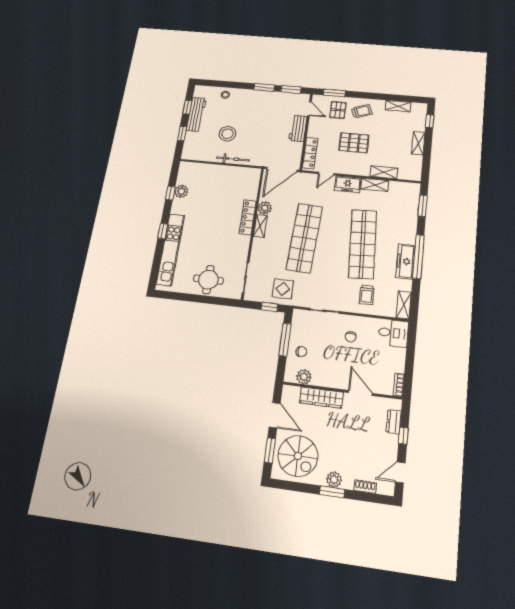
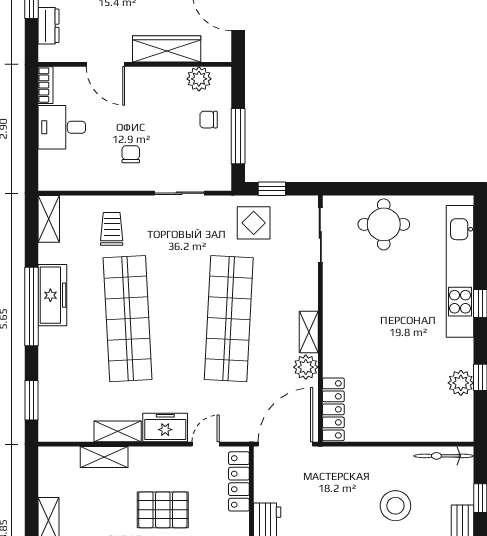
bicycle: (233, 159) -> (444, 456), moved
locker: (248, 217) -> (333, 409), moved
desk: (393, 333) -> (62, 127), moved

